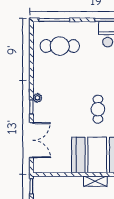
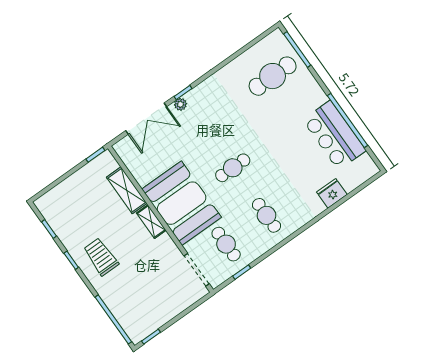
cafe table: (60, 46) -> (273, 76), turned 90
plant: (37, 98) -> (180, 104), moved
shelving: (66, 183) -> (127, 190), added

